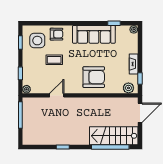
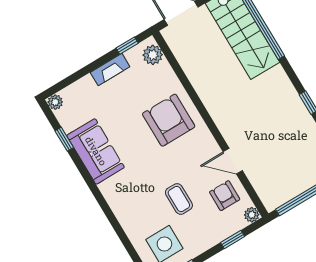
armchair: (56, 34) -> (225, 196), moved
sofa: (94, 34) -> (96, 151), width x0.73

